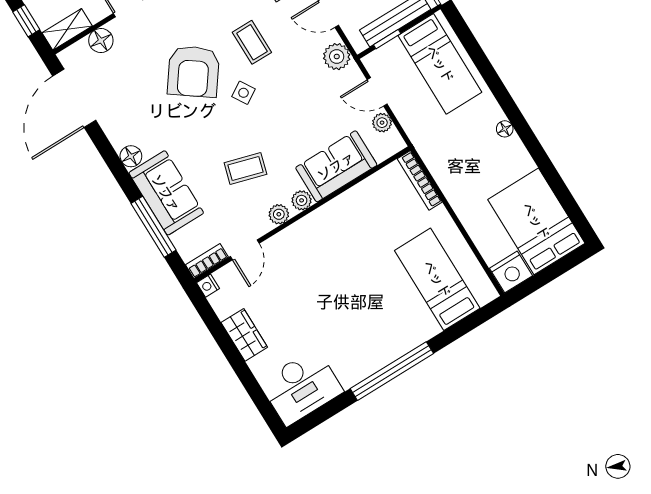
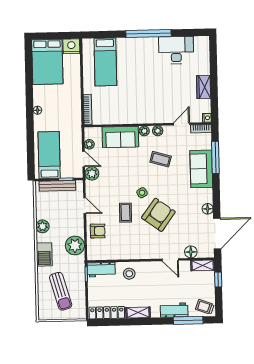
plant: (337, 57) -> (92, 173), moved
floor lamp: (131, 156) -> (208, 209), moved
desk: (301, 387) -> (176, 50), moved

